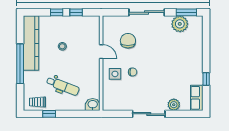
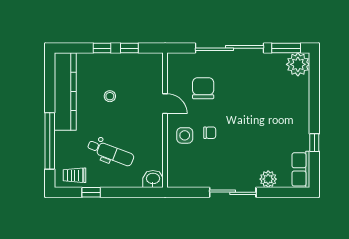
sliding door: (147, 12) -> (230, 48), width x1.36
plant: (180, 24) -> (298, 64), moved
window: (20, 64) -> (50, 141), moved

